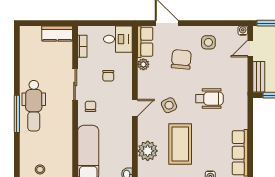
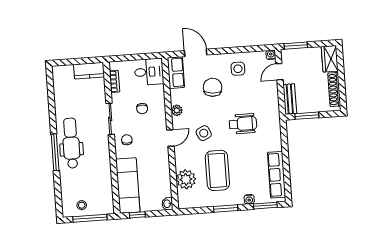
plant: (143, 64) -> (177, 110), moved
dental chair: (34, 106) -> (71, 143), turned 180

